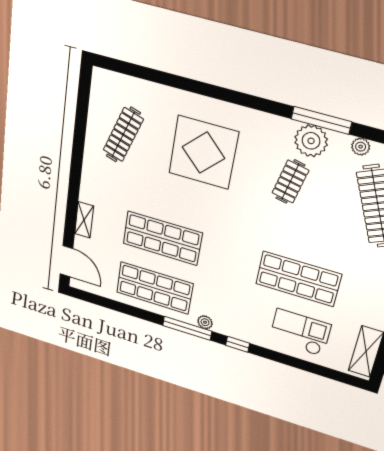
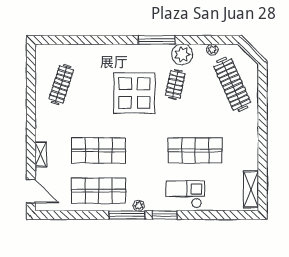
window: (321, 120) -> (157, 40), moved
display table: (203, 153) -> (134, 93), moved
checkout: (300, 333) -> (185, 194), moved
window: (238, 344) -> (165, 215), width x1.50

